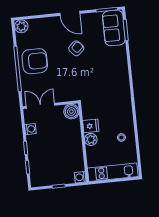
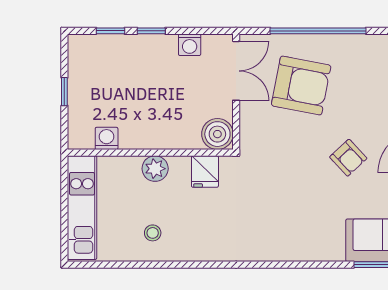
armchair: (35, 61) -> (301, 86), moved, turned -79
fridge: (91, 126) -> (205, 172), moved
washing machine: (80, 177) -> (107, 138), moved

